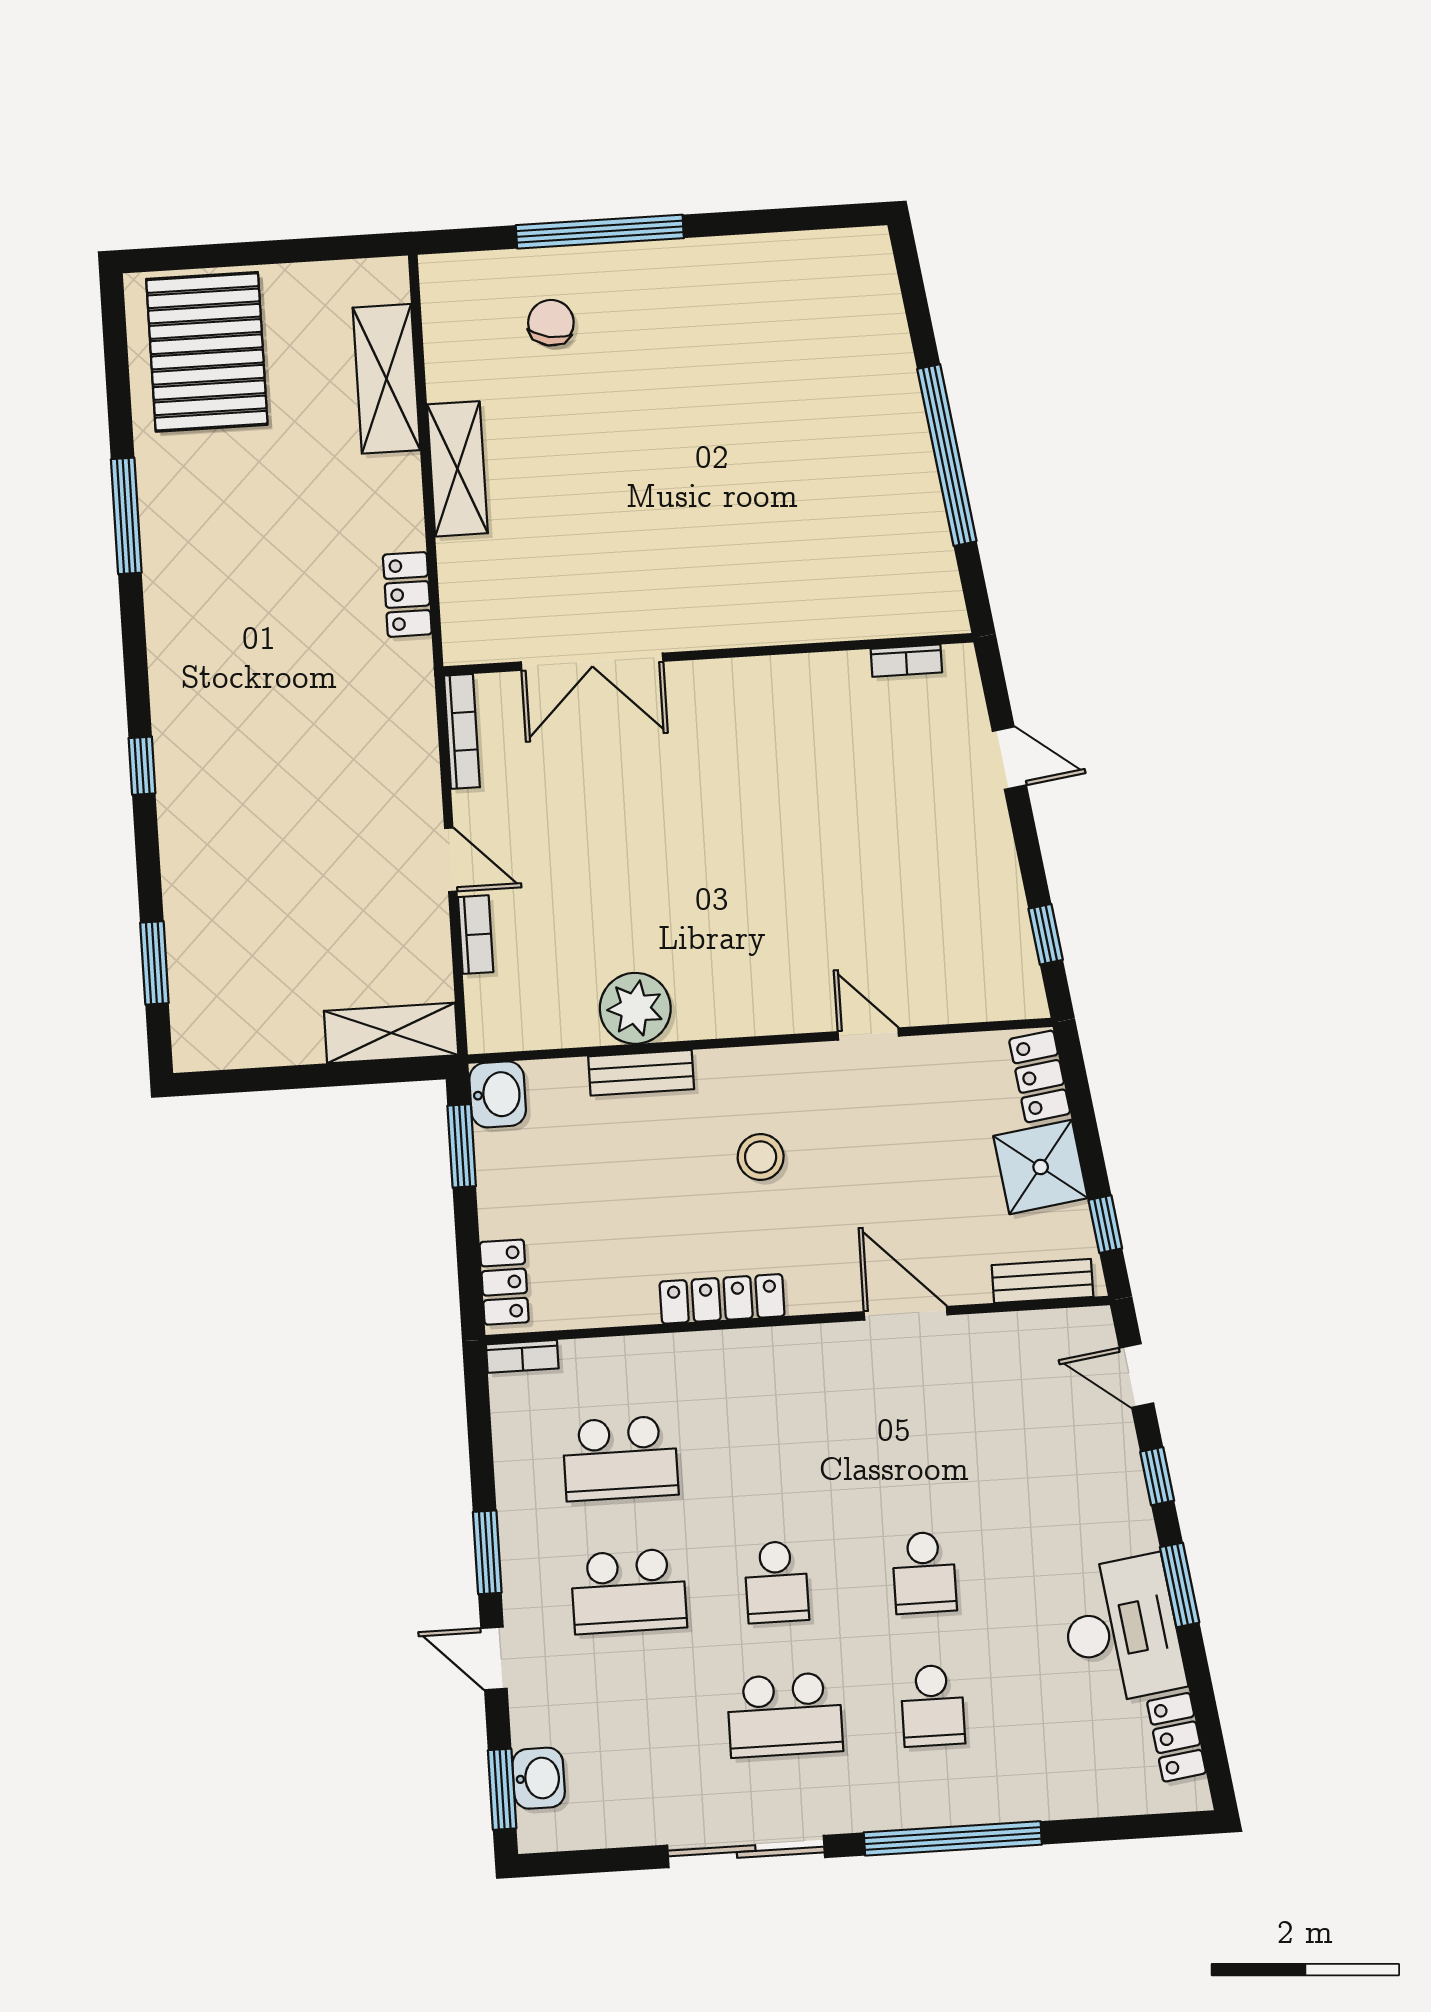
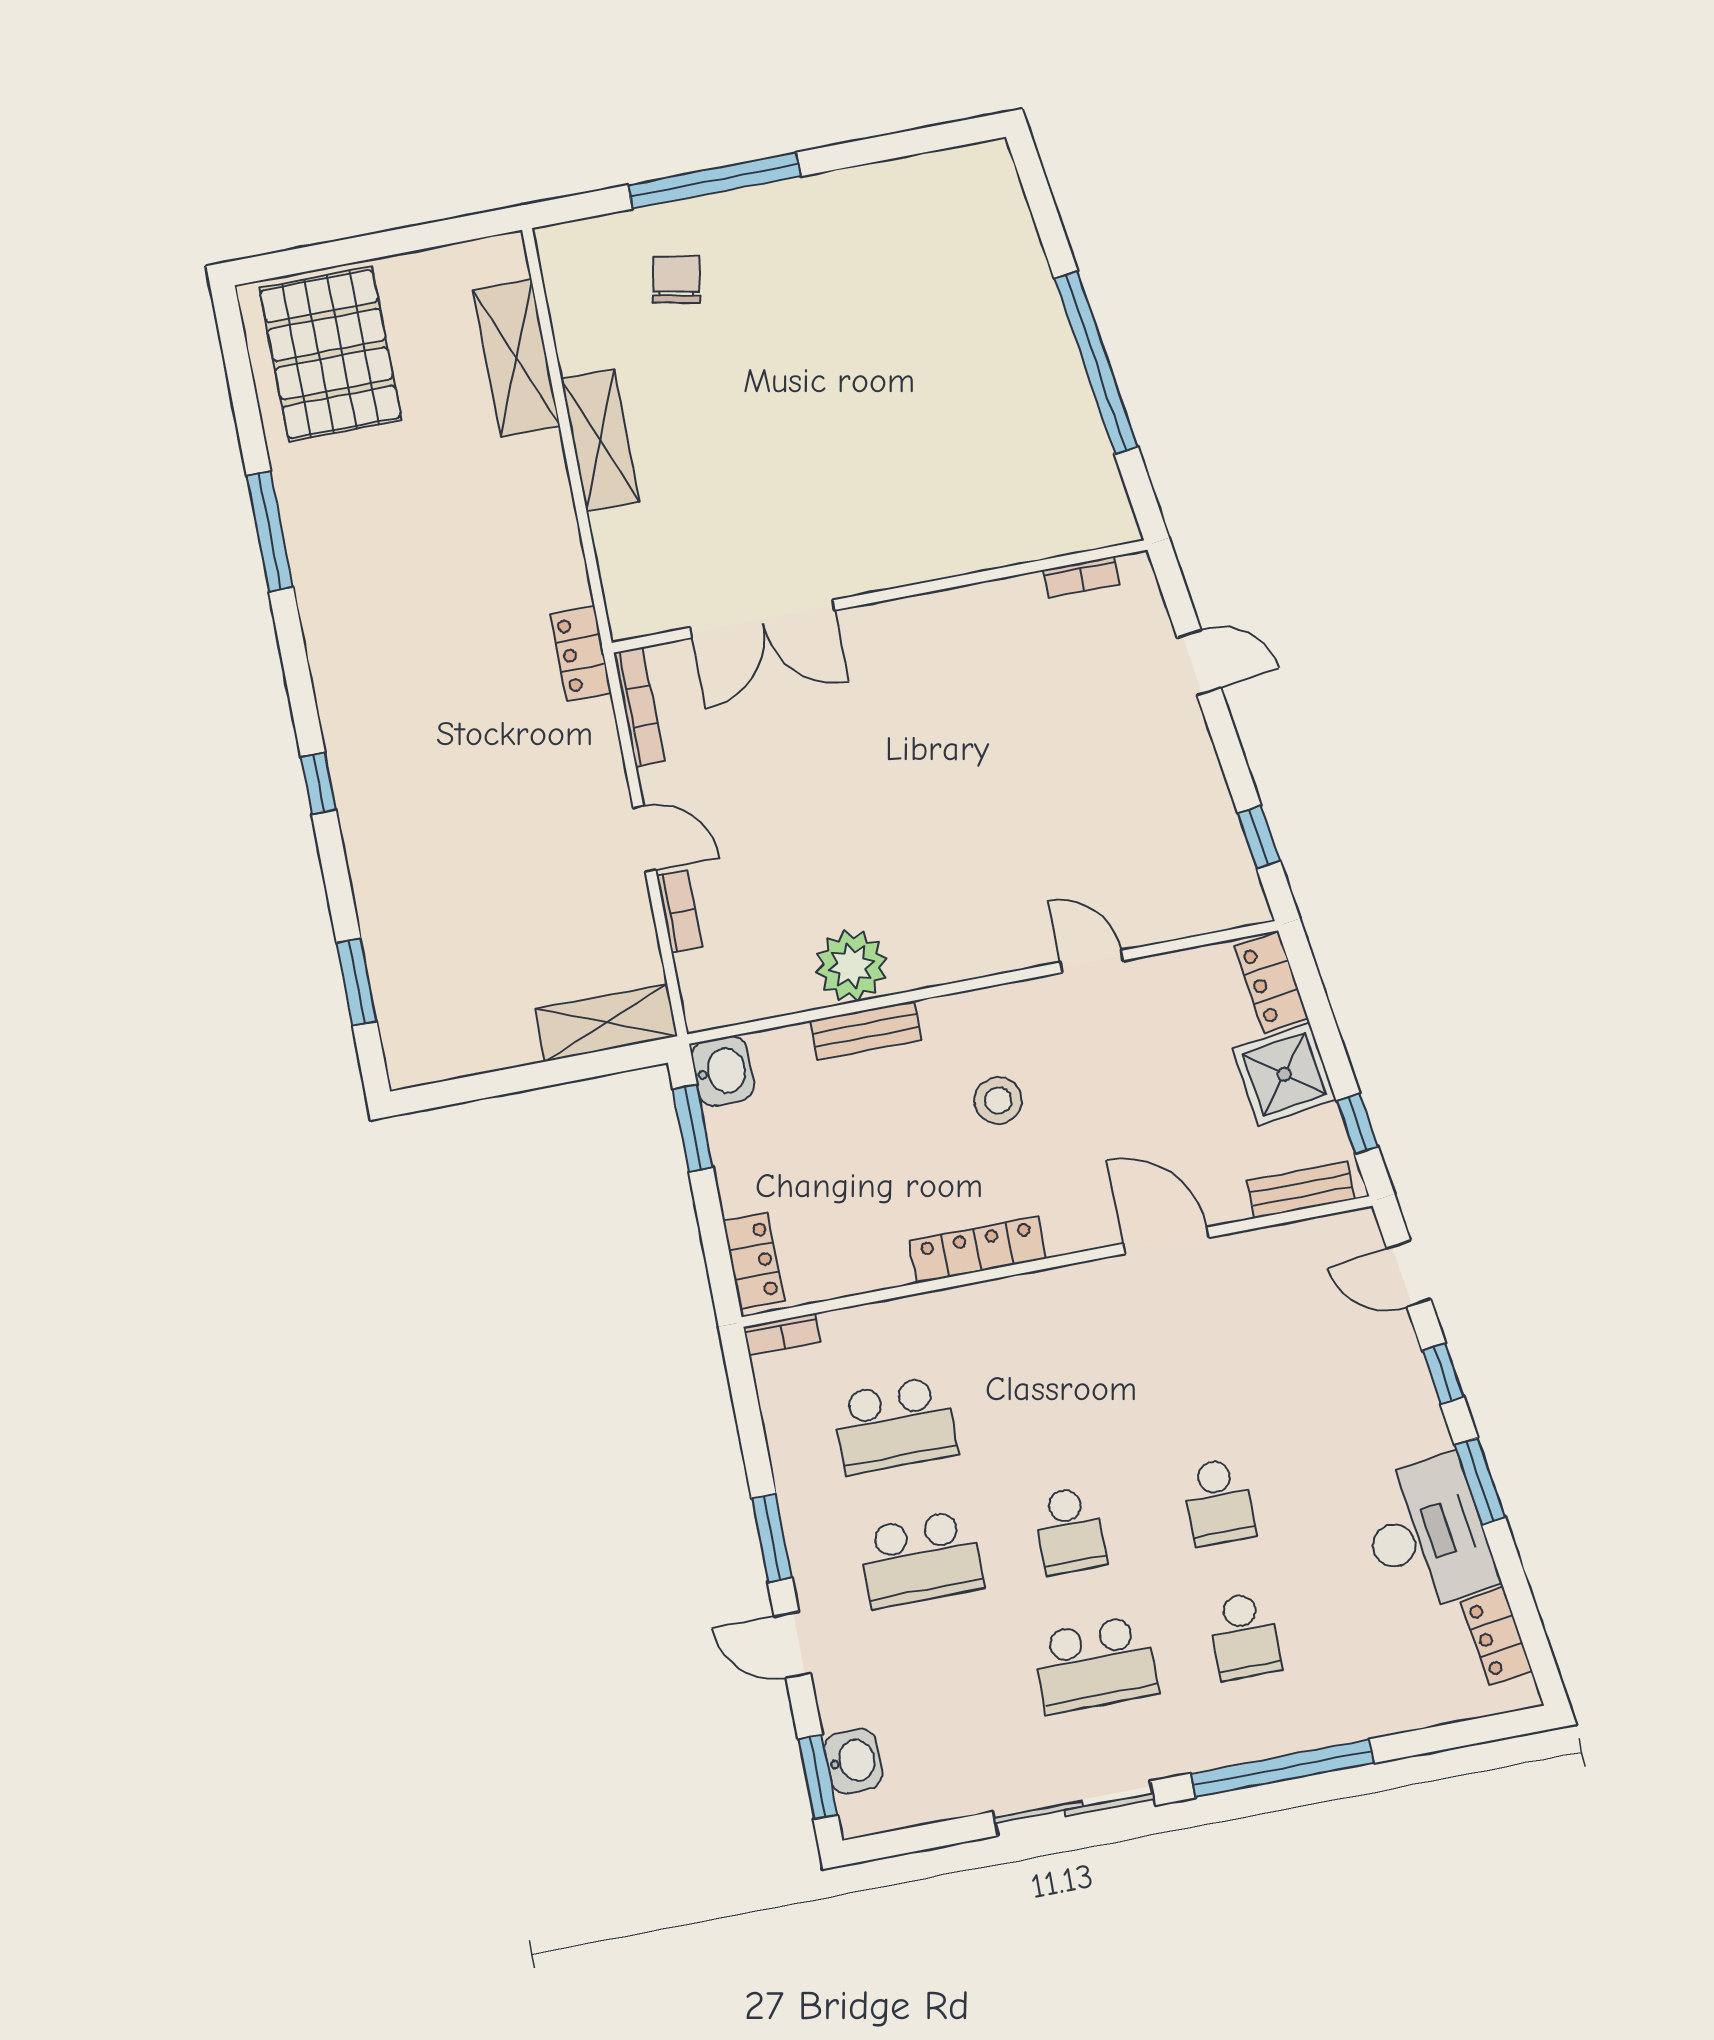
locker: (407, 594) -> (581, 654), moved

